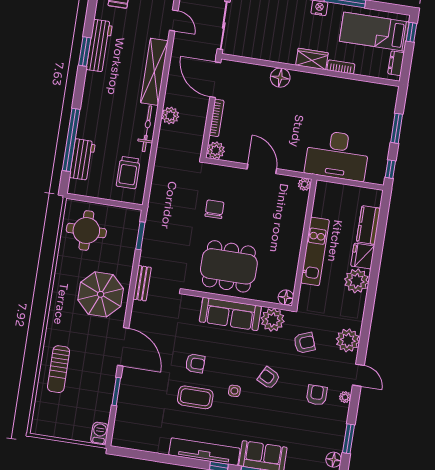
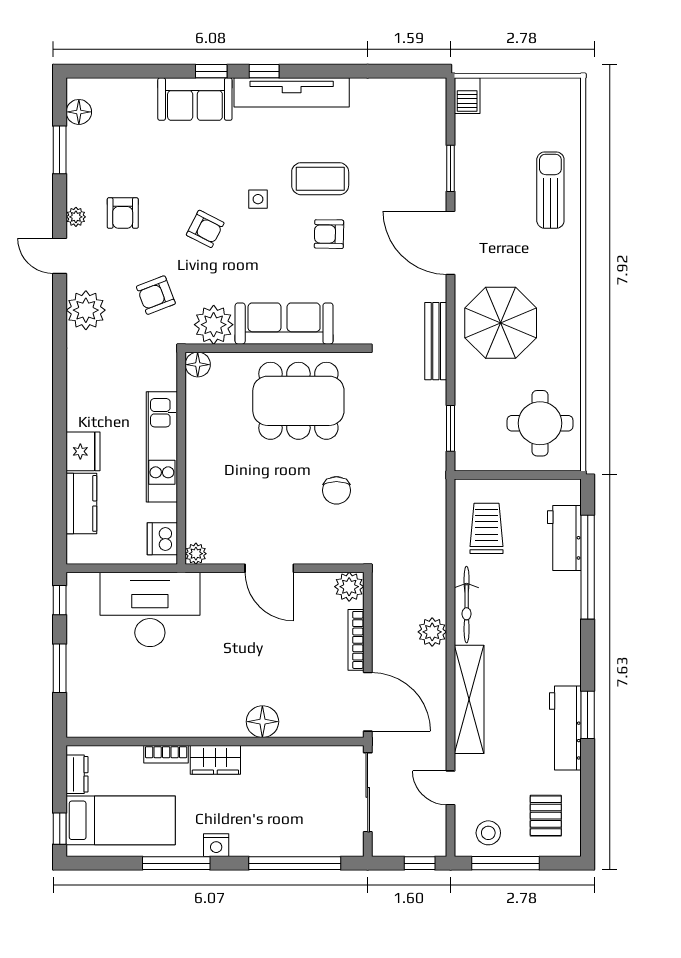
dishwasher: (323, 196) -> (162, 539), added
plant: (357, 281) -> (87, 409), removed
bench: (142, 283) -> (436, 341), width x1.36

